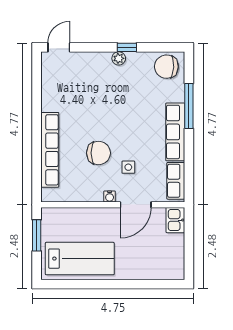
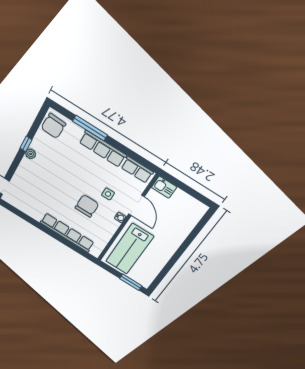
window: (37, 235) -> (131, 282), moved
lab bench: (80, 259) -> (129, 249), moved, turned 180

